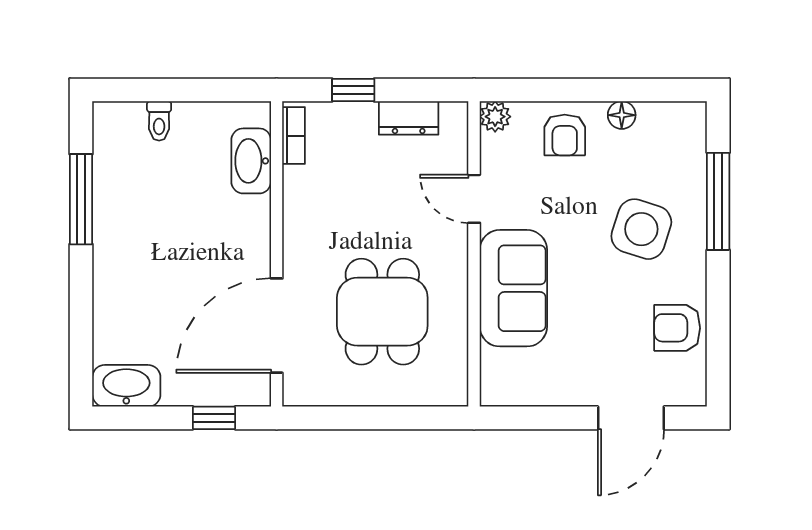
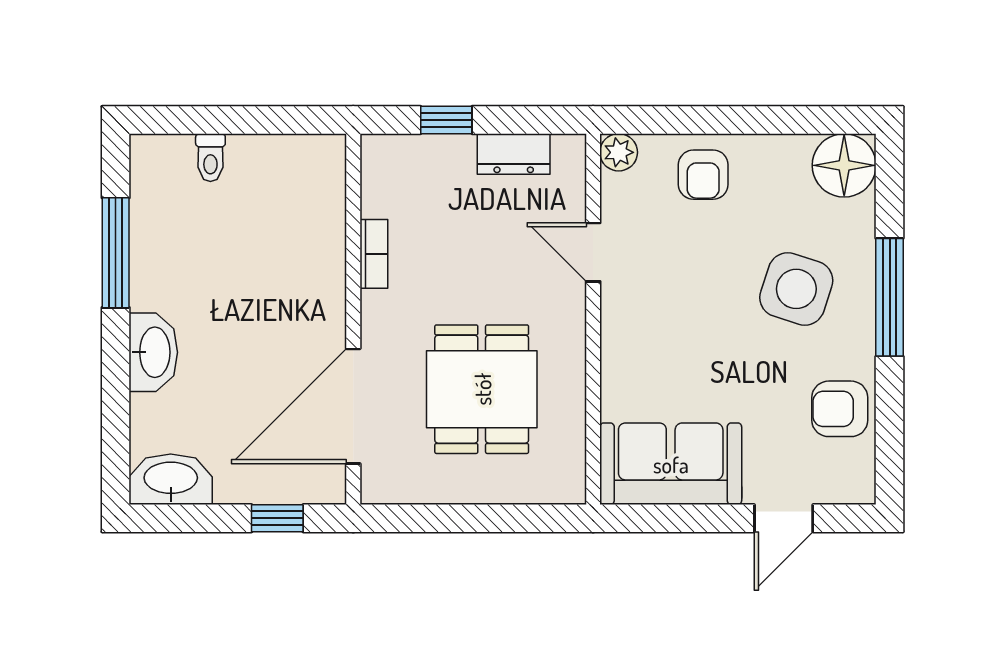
floor lamp: (622, 115) -> (844, 165), moved, width x1.89, depth x1.89
bookcase: (294, 136) -> (374, 254), moved
washbasin: (251, 161) -> (153, 352), moved, turned 180
window: (718, 201) -> (890, 297), moved
sofa: (513, 288) -> (671, 464), moved, turned -90
door: (631, 418) -> (784, 518), width x0.73

